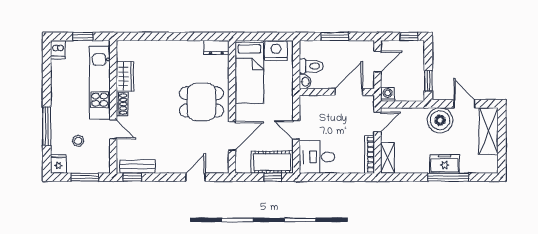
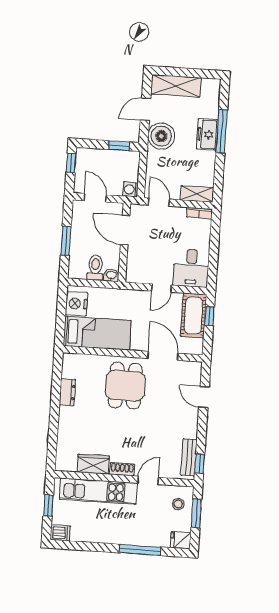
dresser: (216, 47) -> (67, 392), moved
stool: (78, 141) -> (178, 504), moved
bookcase: (370, 155) -> (199, 213), width x0.64

